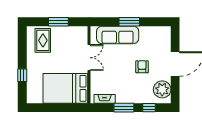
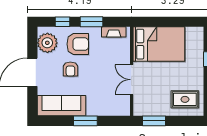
window: (58, 22) -> (154, 121), moved
sofa: (118, 35) -> (61, 106), moved
rug: (43, 40) -> (185, 99), turned 90
armchair: (136, 88) -> (78, 44), added

